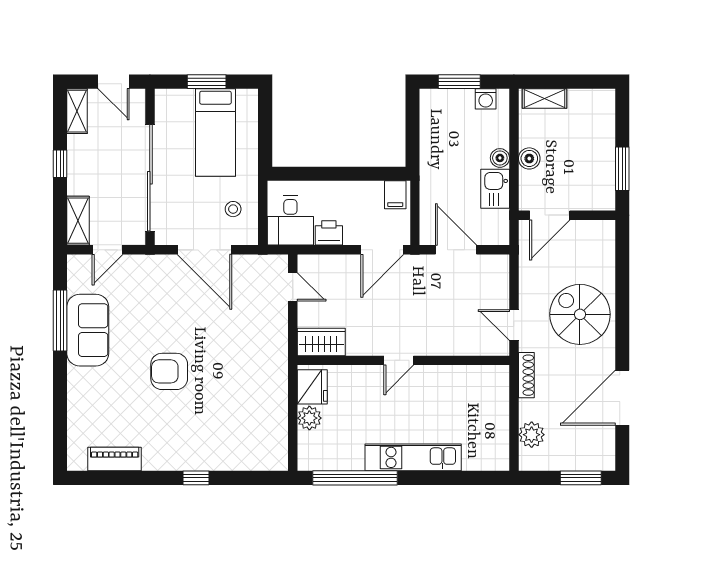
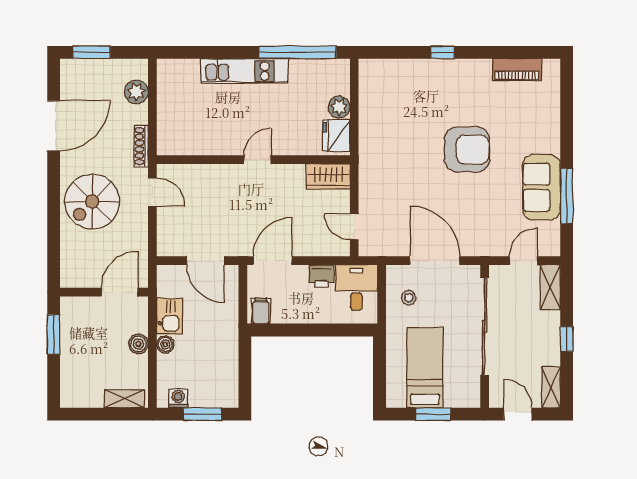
spiral stairs: (580, 314) -> (92, 202), turned 90
armchair: (169, 371) -> (467, 150), width x1.36, depth x1.36

